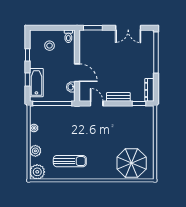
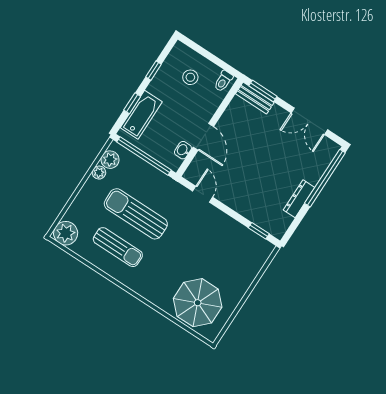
dresser: (149, 90) -> (299, 199), moved
bench: (118, 97) -> (255, 98), moved
sun lounger: (68, 137) -> (136, 214), added
plant: (35, 151) -> (110, 160), moved

